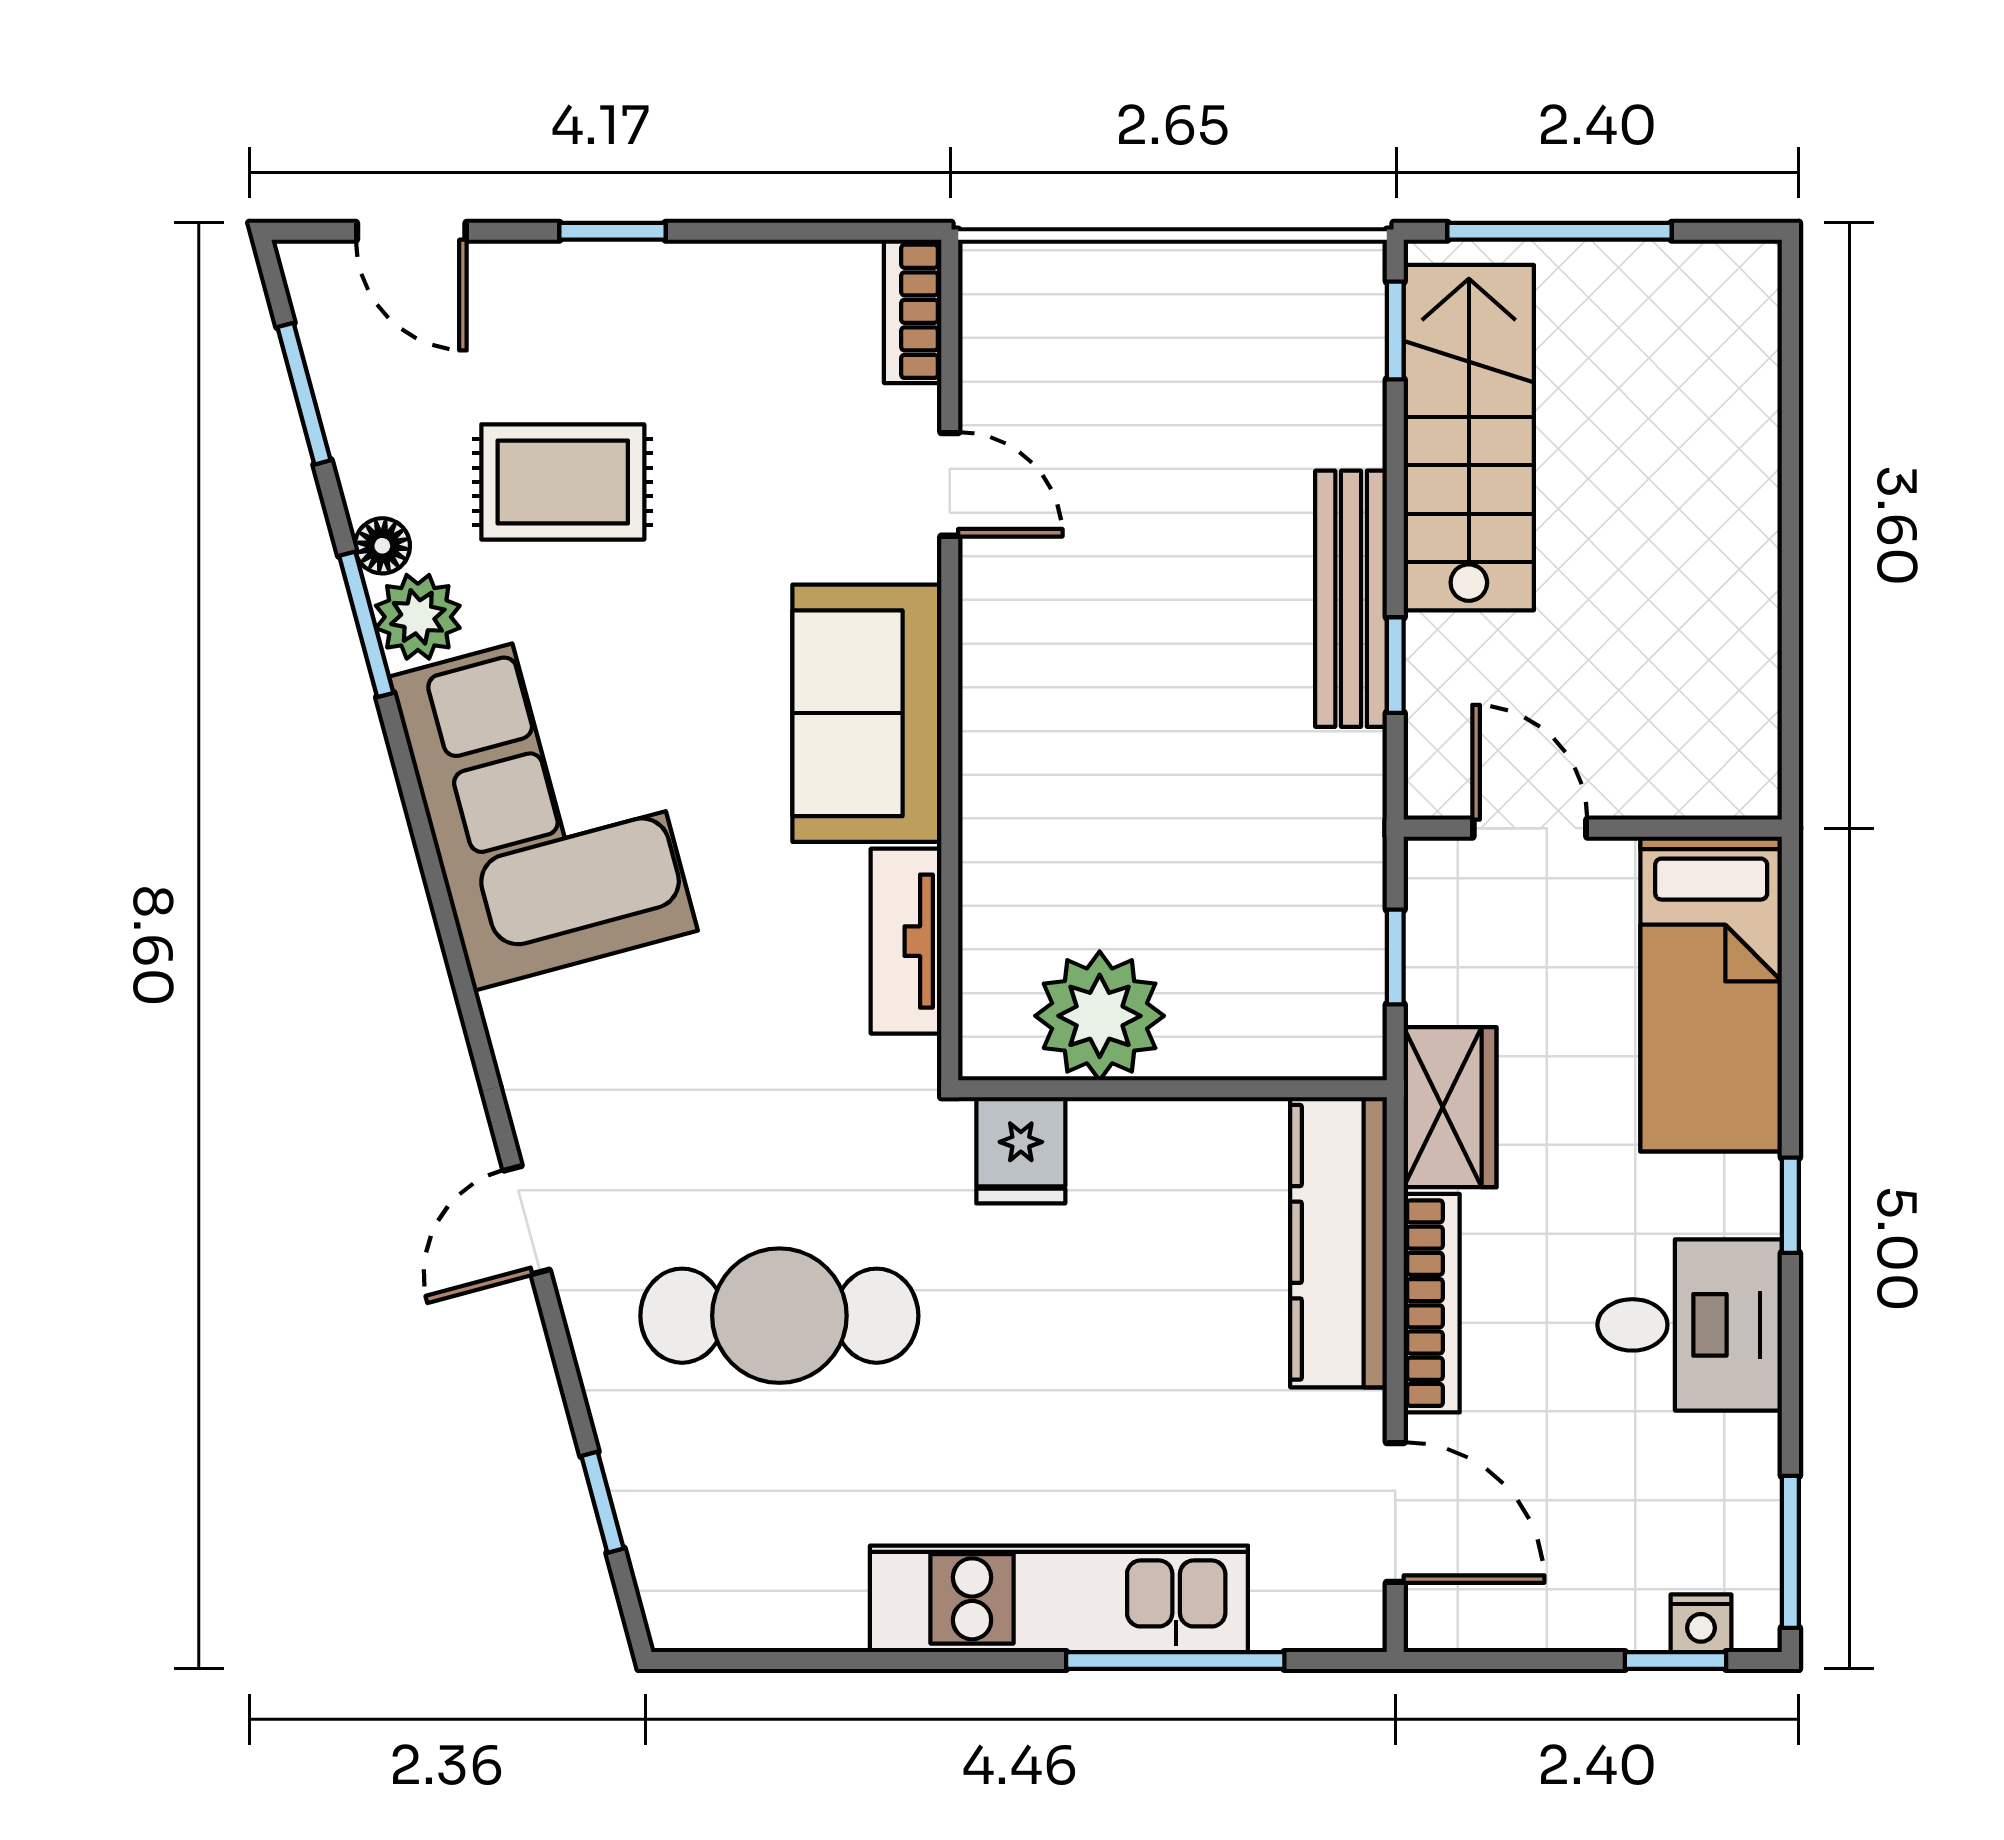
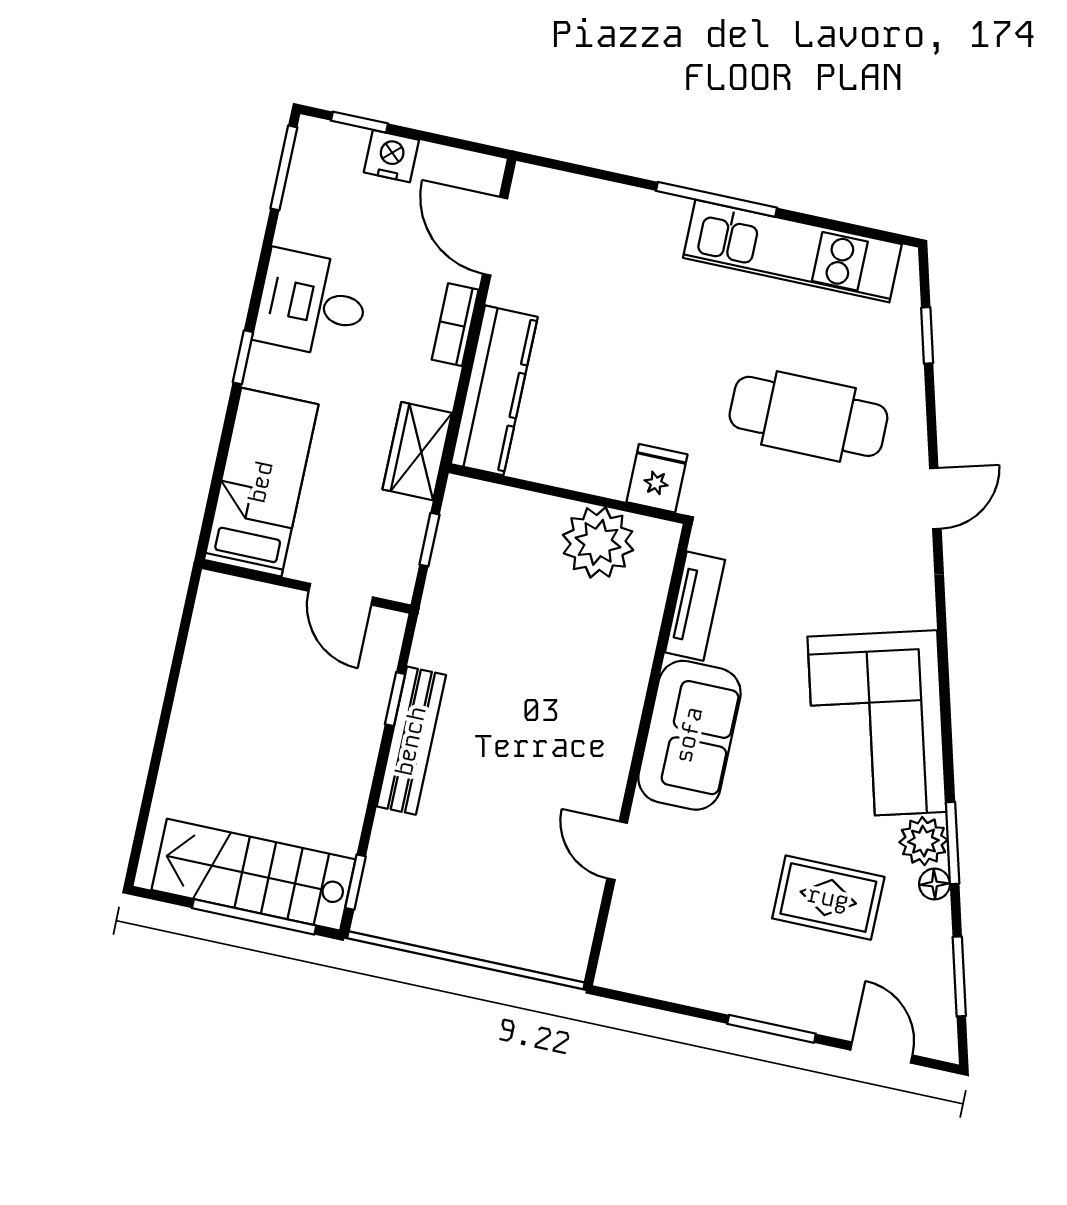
window: (612, 231) -> (772, 1029), width x1.50
bookcase: (913, 311) -> (617, 950), removed
stairs: (1469, 438) -> (253, 875), moved, turned 90
bookcase: (1432, 1303) -> (455, 325), width x0.64
kitchen unit: (1059, 1599) -> (792, 251), moved
nightstand: (1701, 1623) -> (391, 156), moved, width x1.39, depth x1.35
window: (1175, 1660) -> (716, 199), moved

